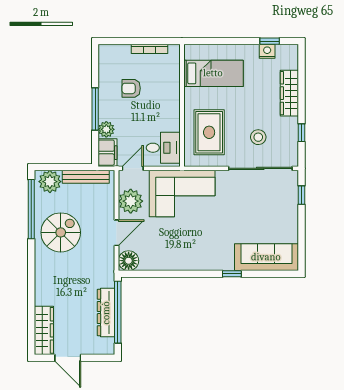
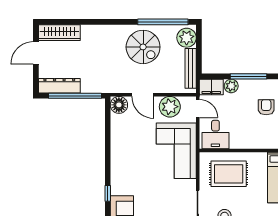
dresser: (106, 313) -> (59, 86), moved

